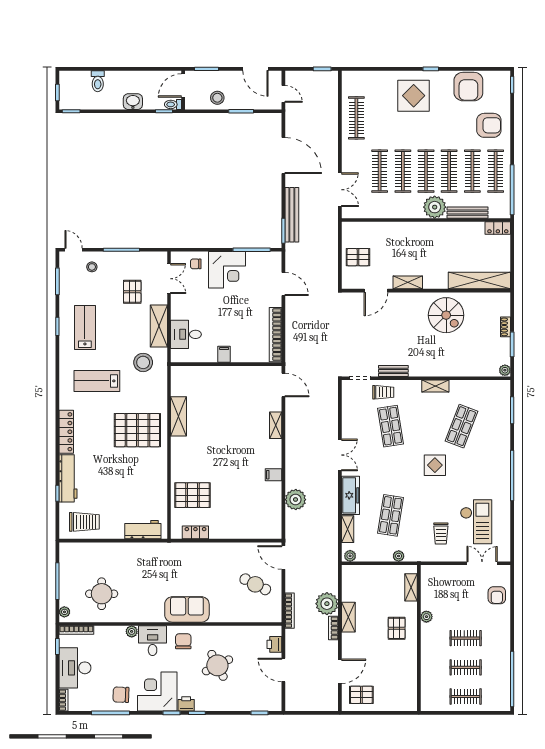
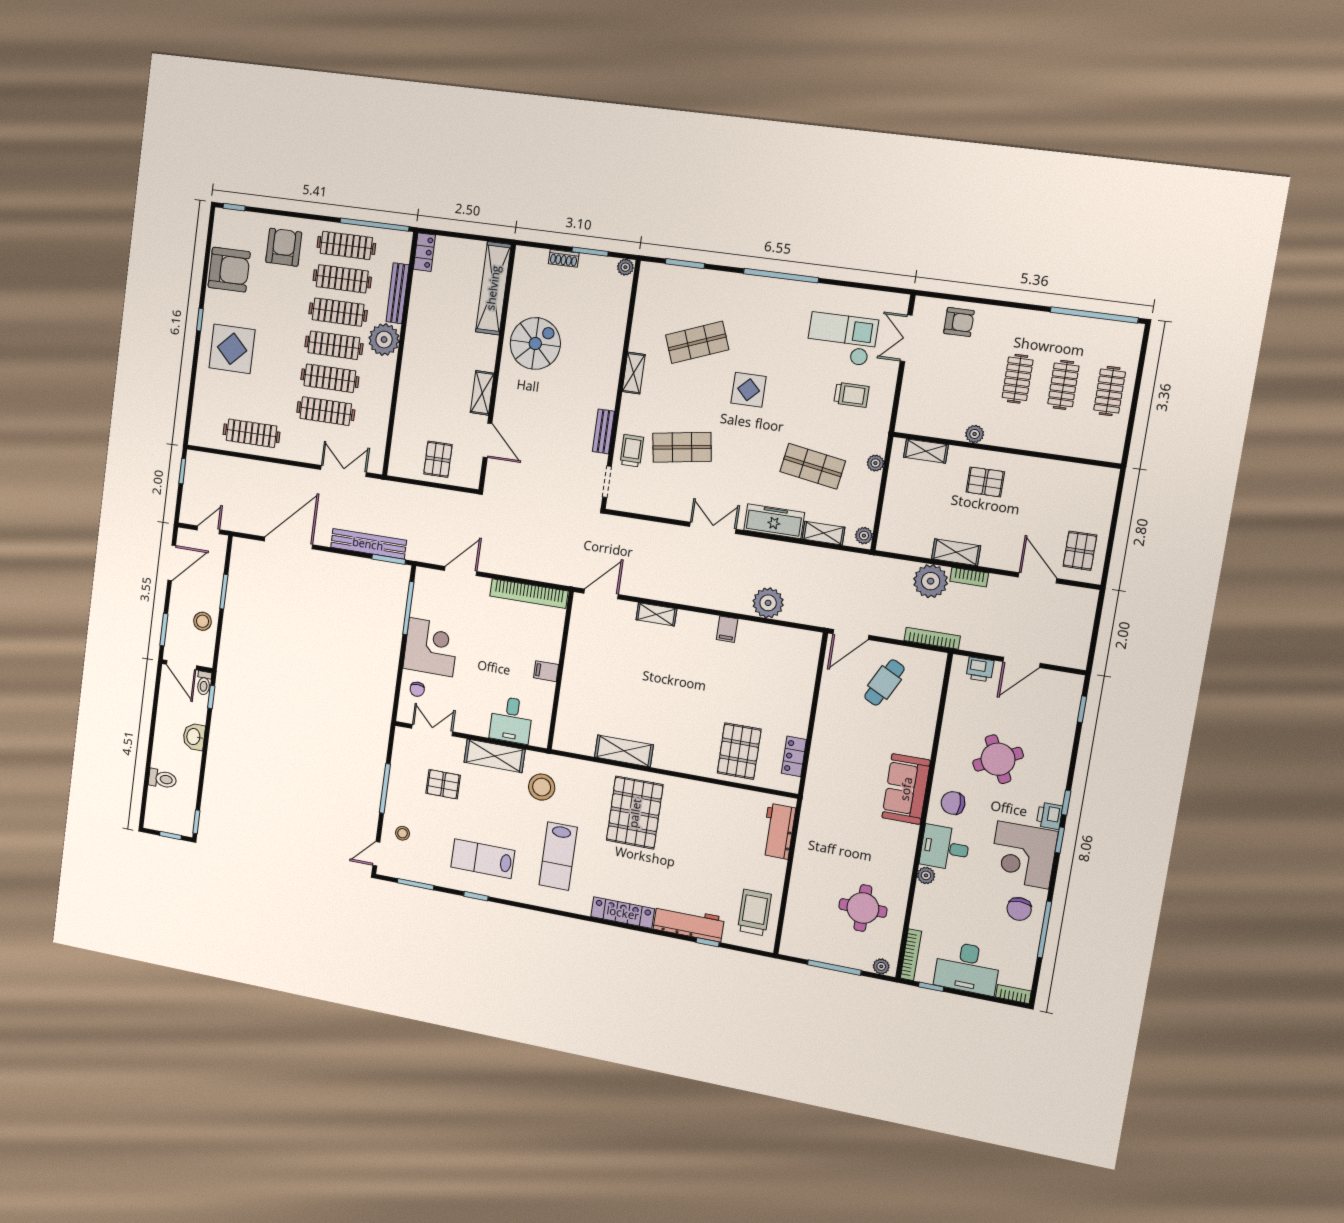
shop shelf: (461, 426) -> (697, 342), turned -42

